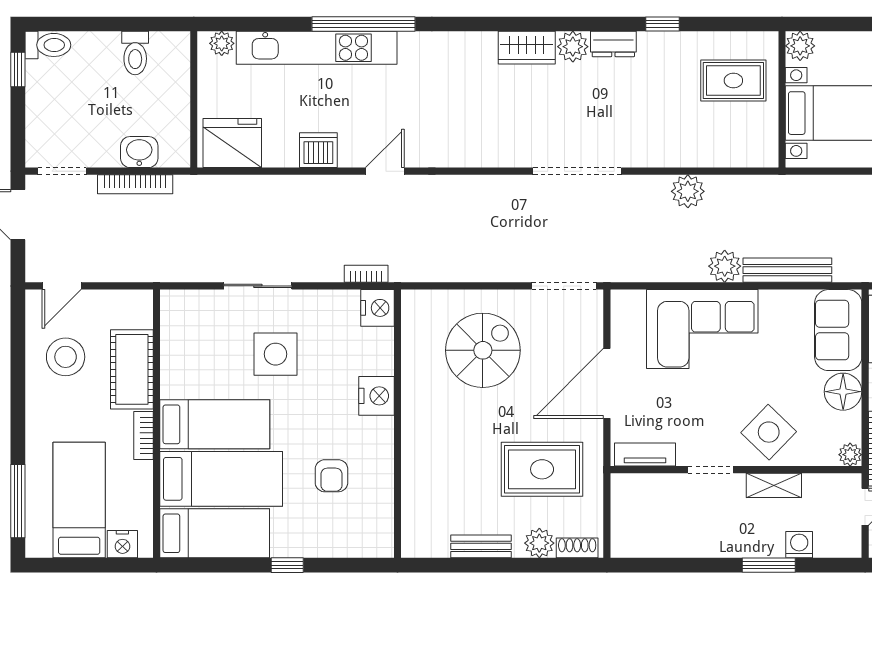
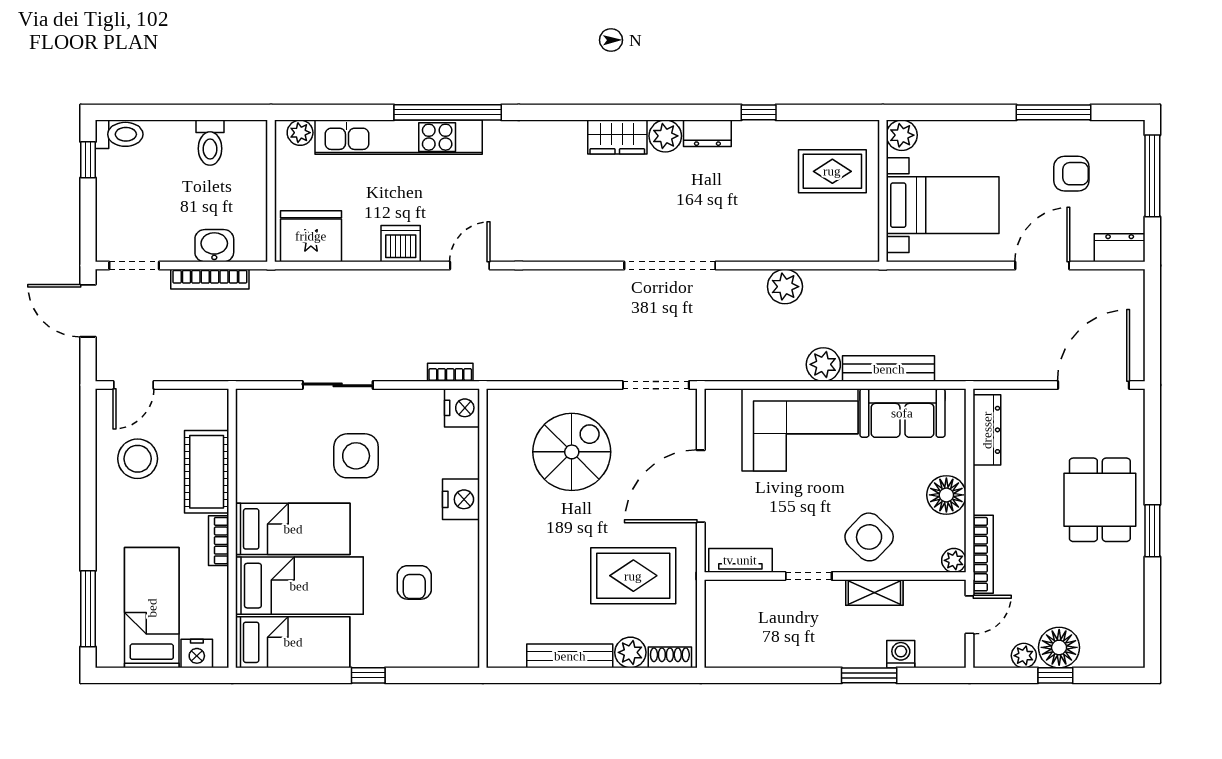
sofa: (838, 330) -> (902, 413), moved, turned -90
bench: (481, 546) -> (570, 656), width x1.36

